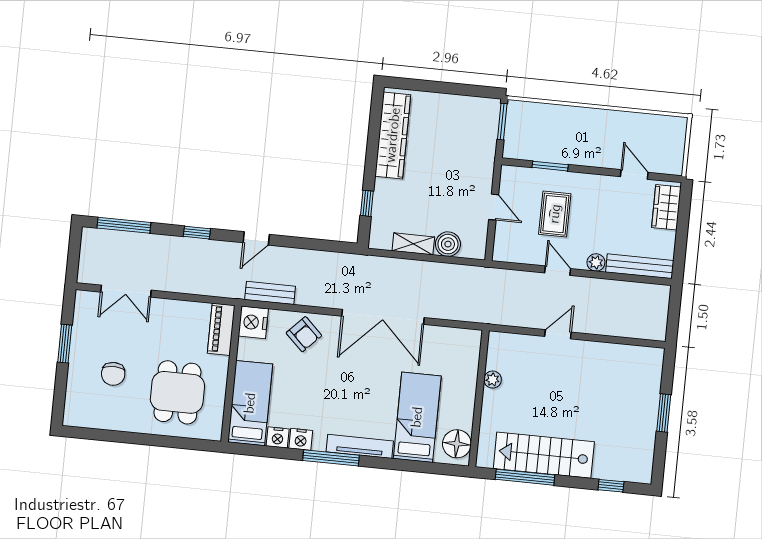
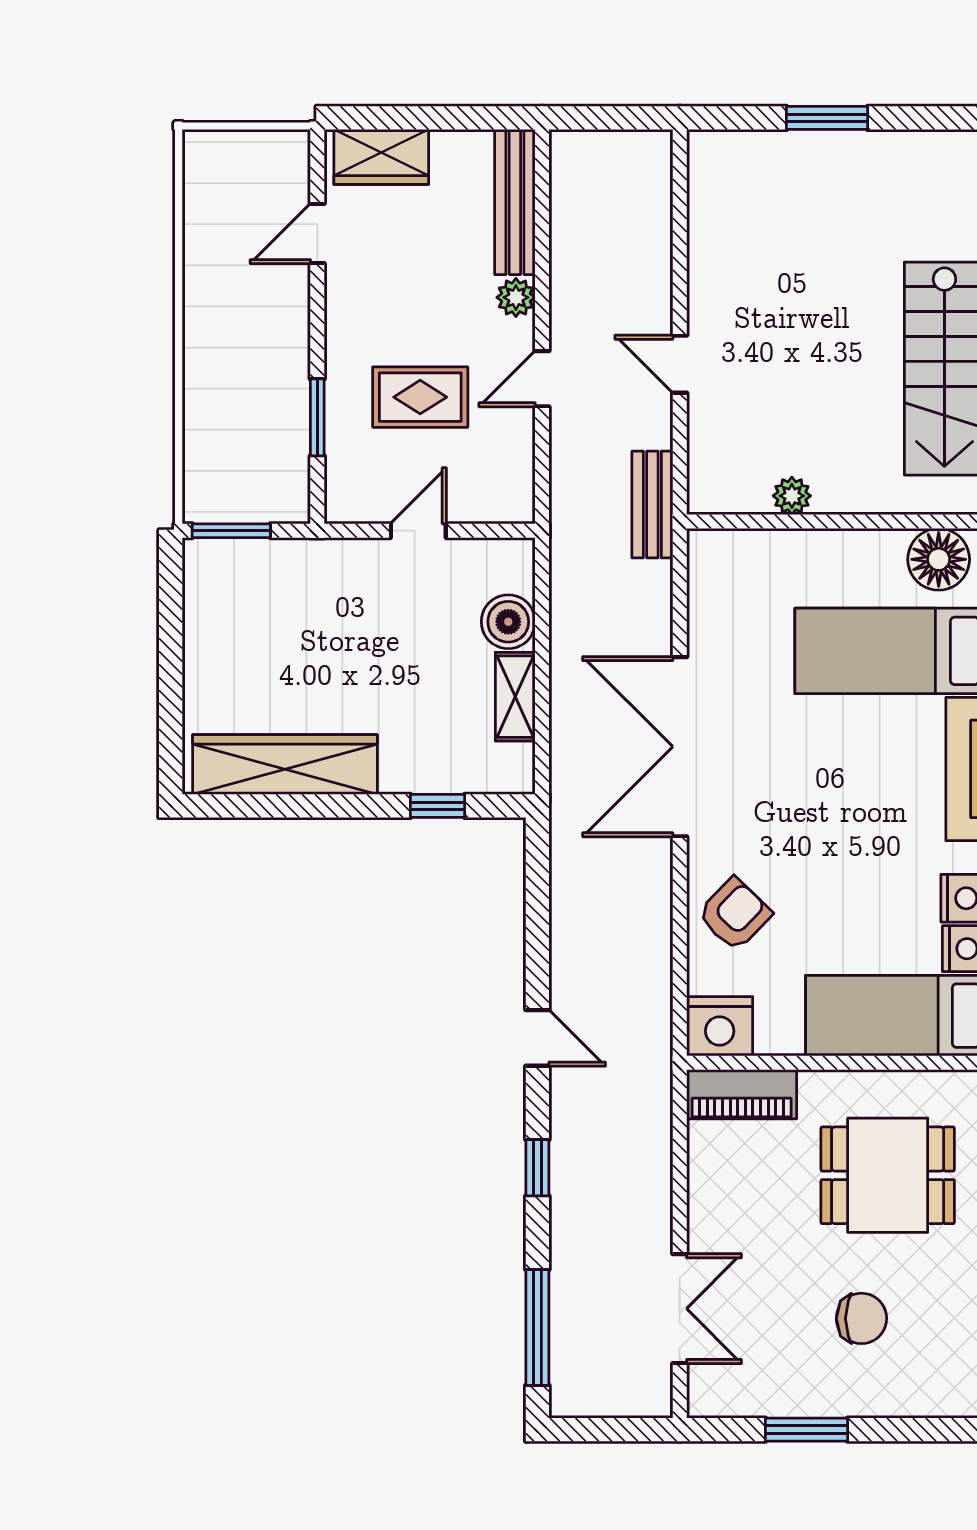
bench: (270, 293) -> (652, 504), moved
double door: (383, 317) -> (680, 747), swing flipped

